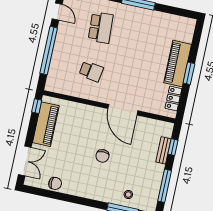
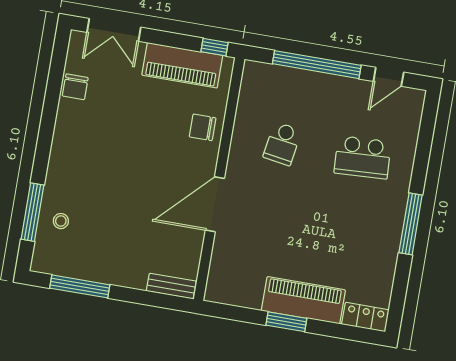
locker: (173, 98) -> (365, 317), moved
window: (173, 147) -> (151, 299), removed
bench: (163, 150) -> (171, 286), moved
chair: (102, 156) -> (203, 127), moved

